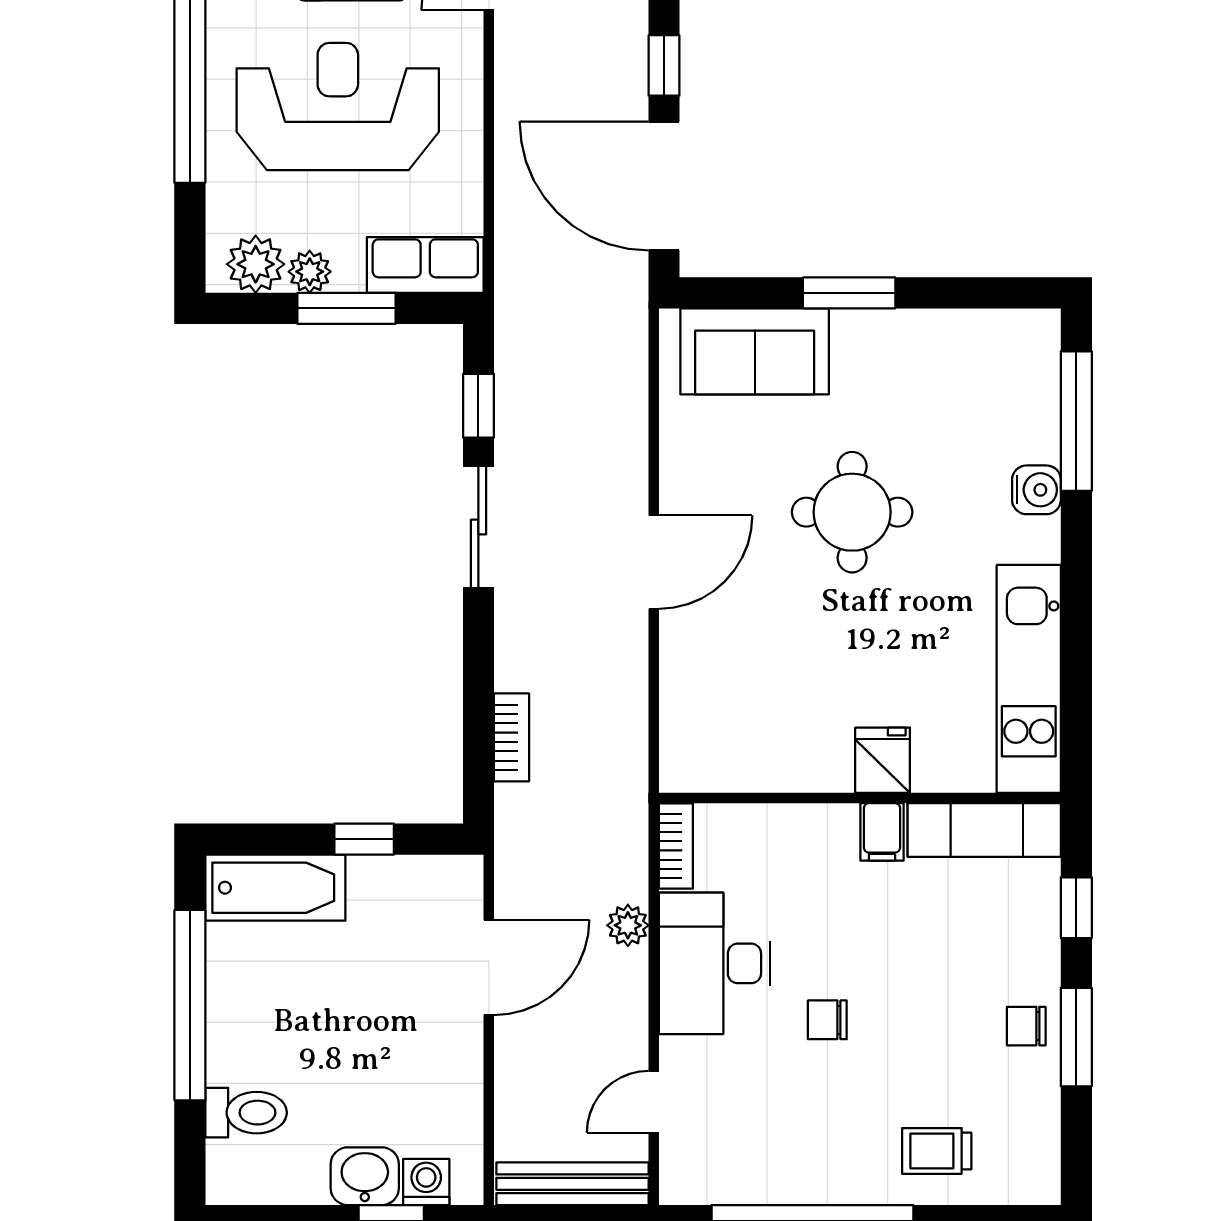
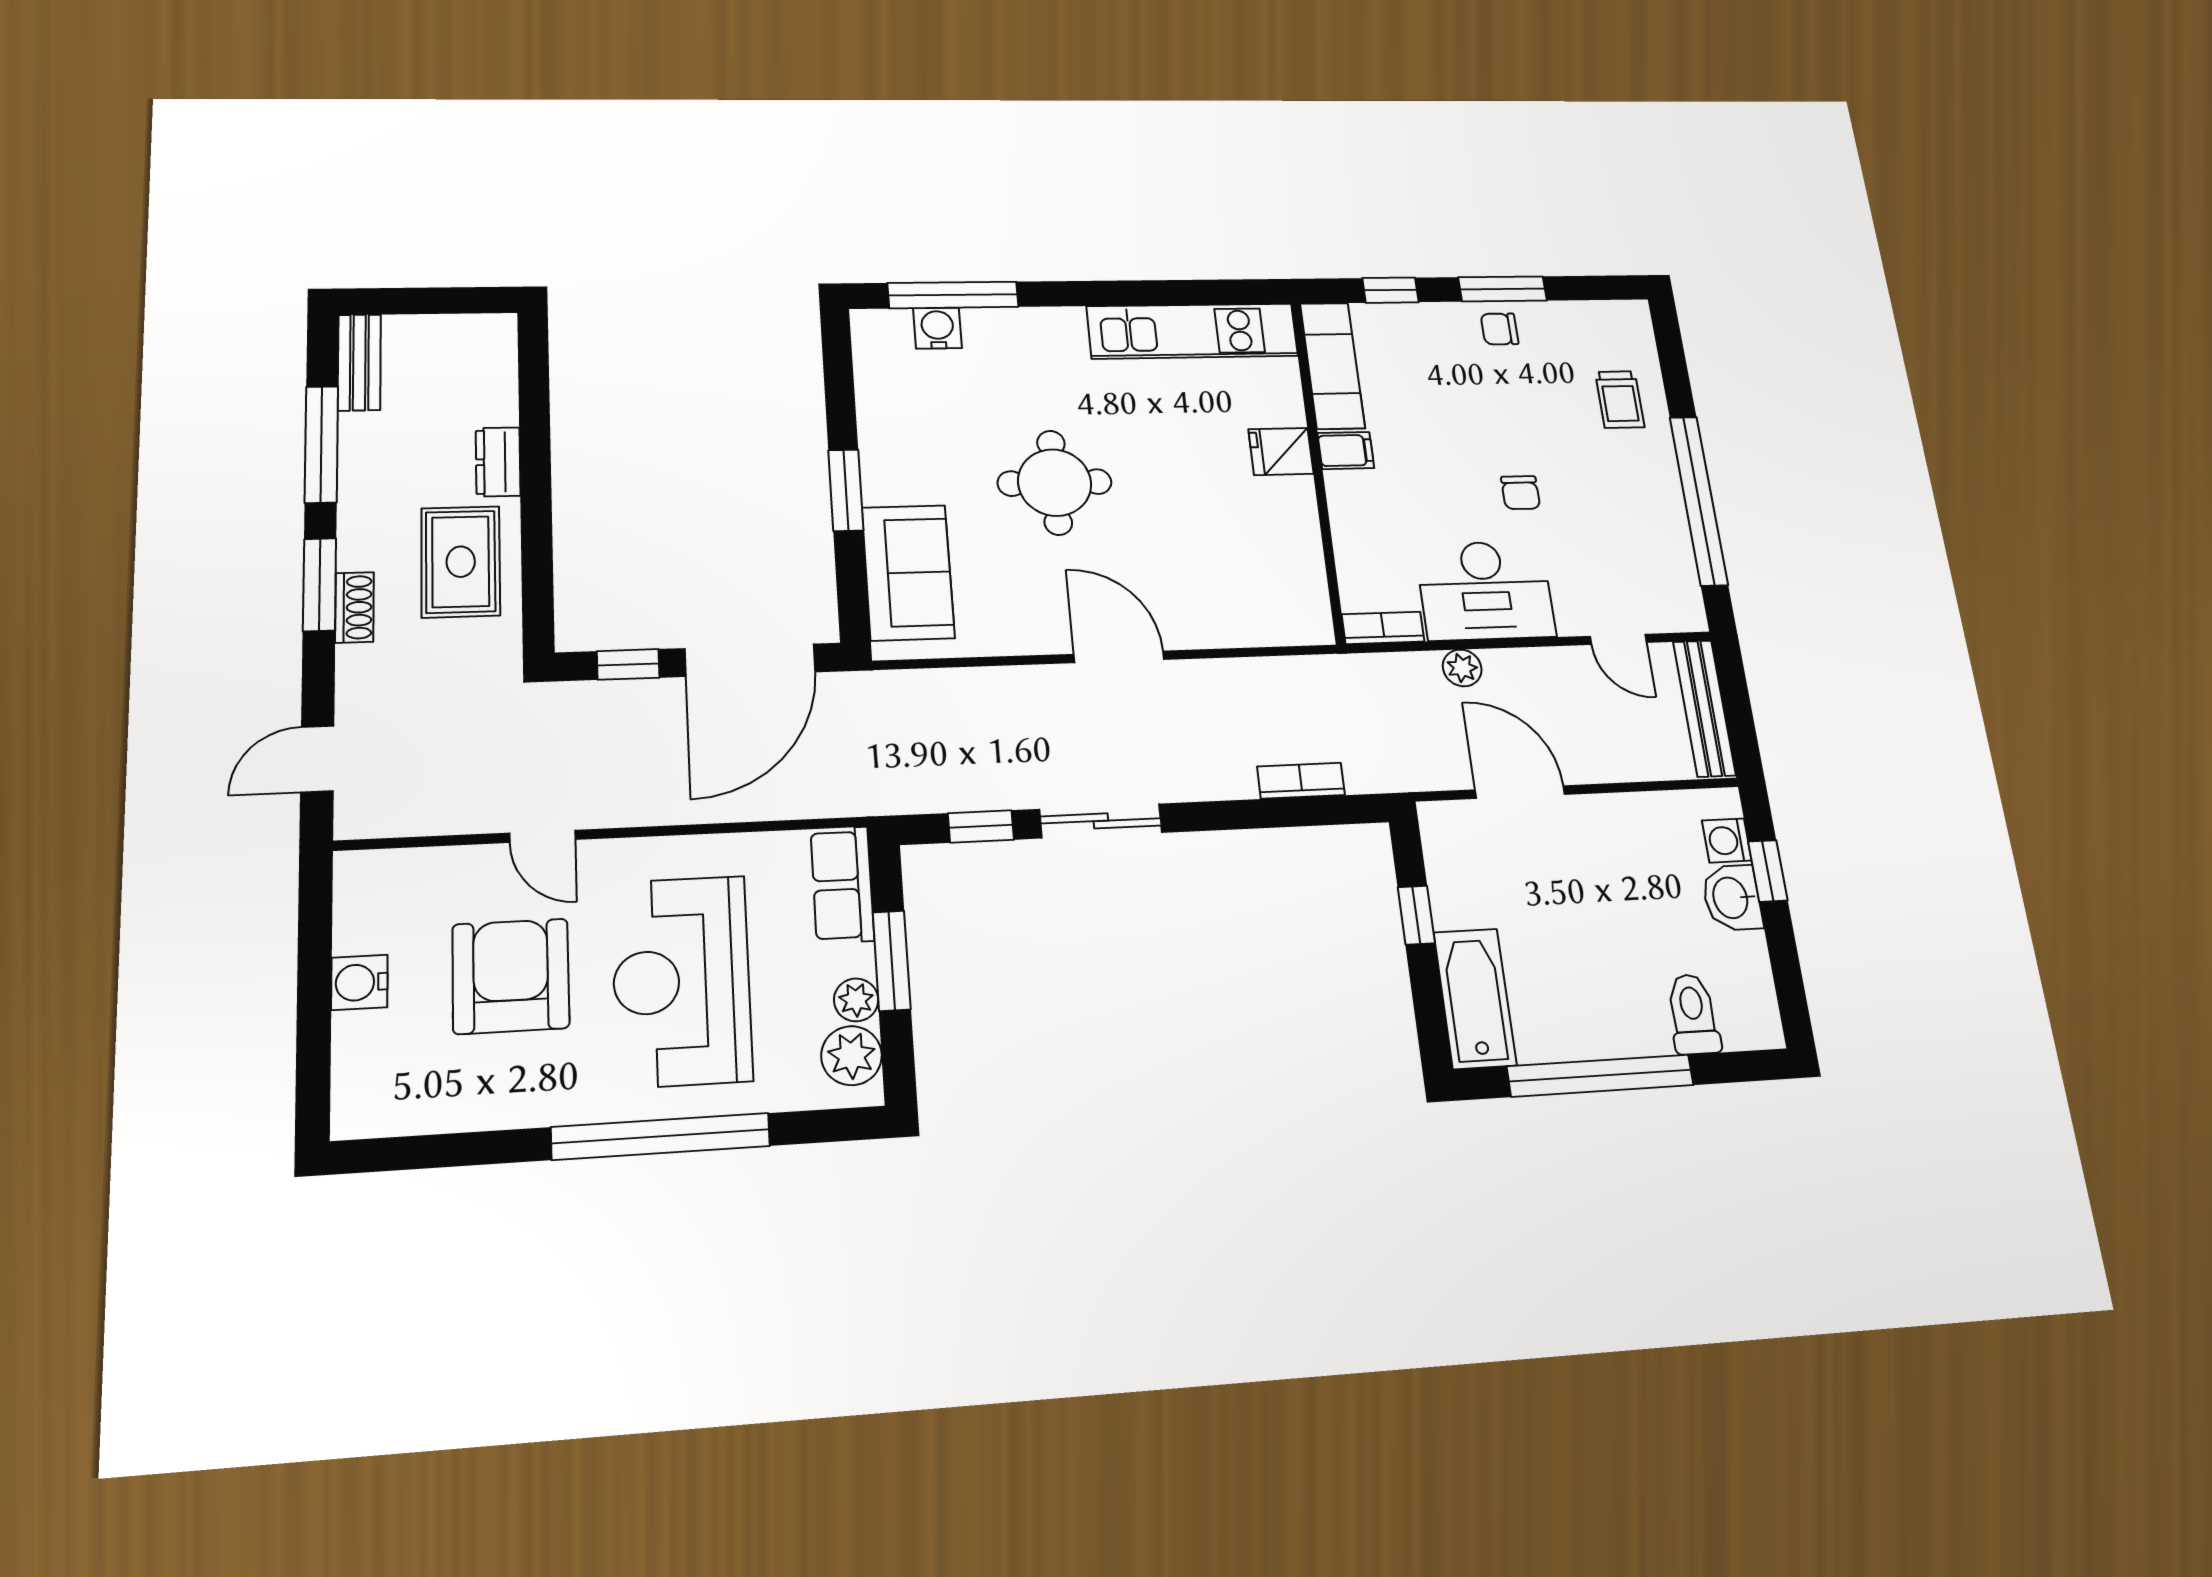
water cooler: (1036, 490) -> (937, 328), moved
chair: (1026, 1026) -> (1500, 329), turned 90

